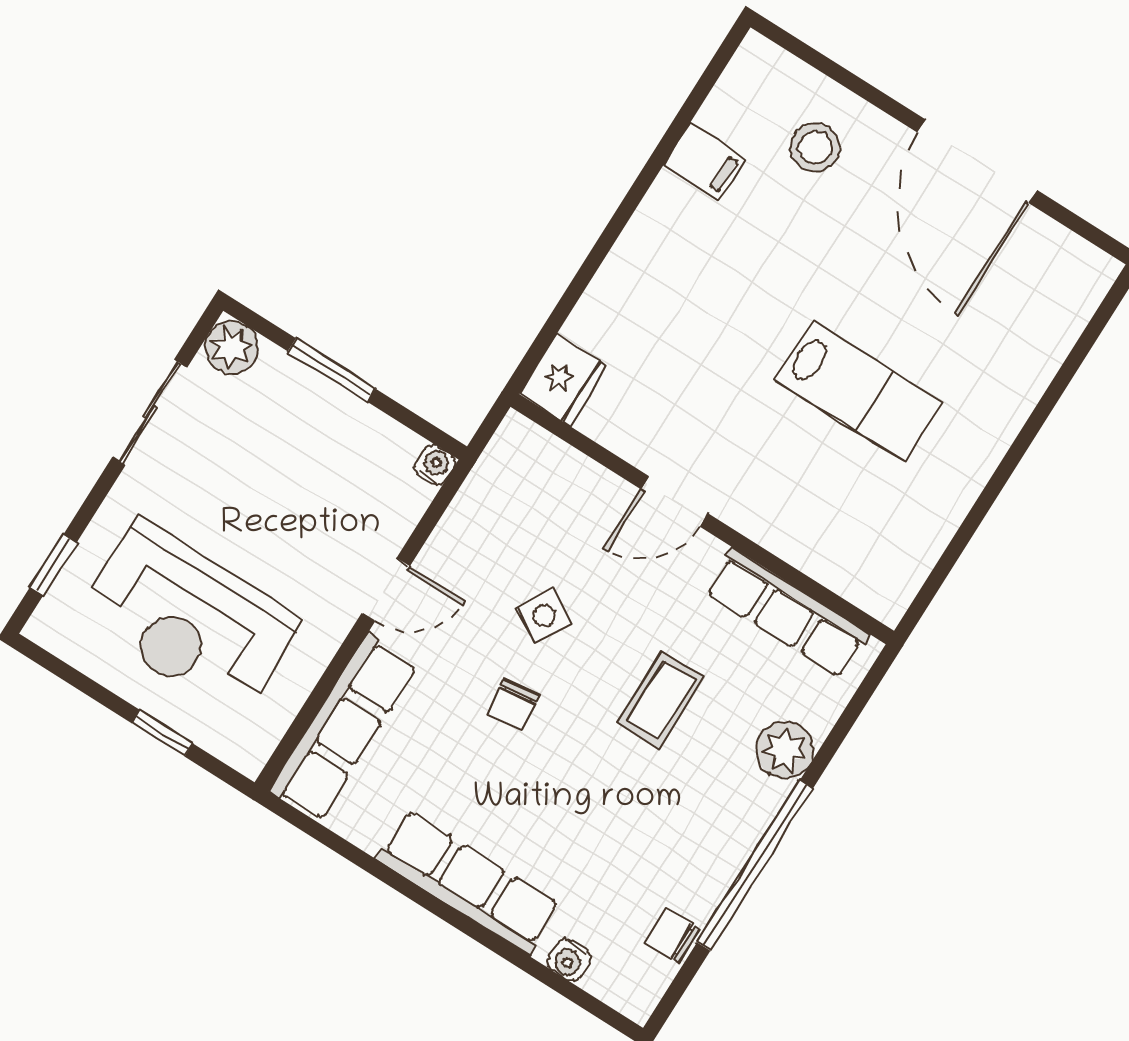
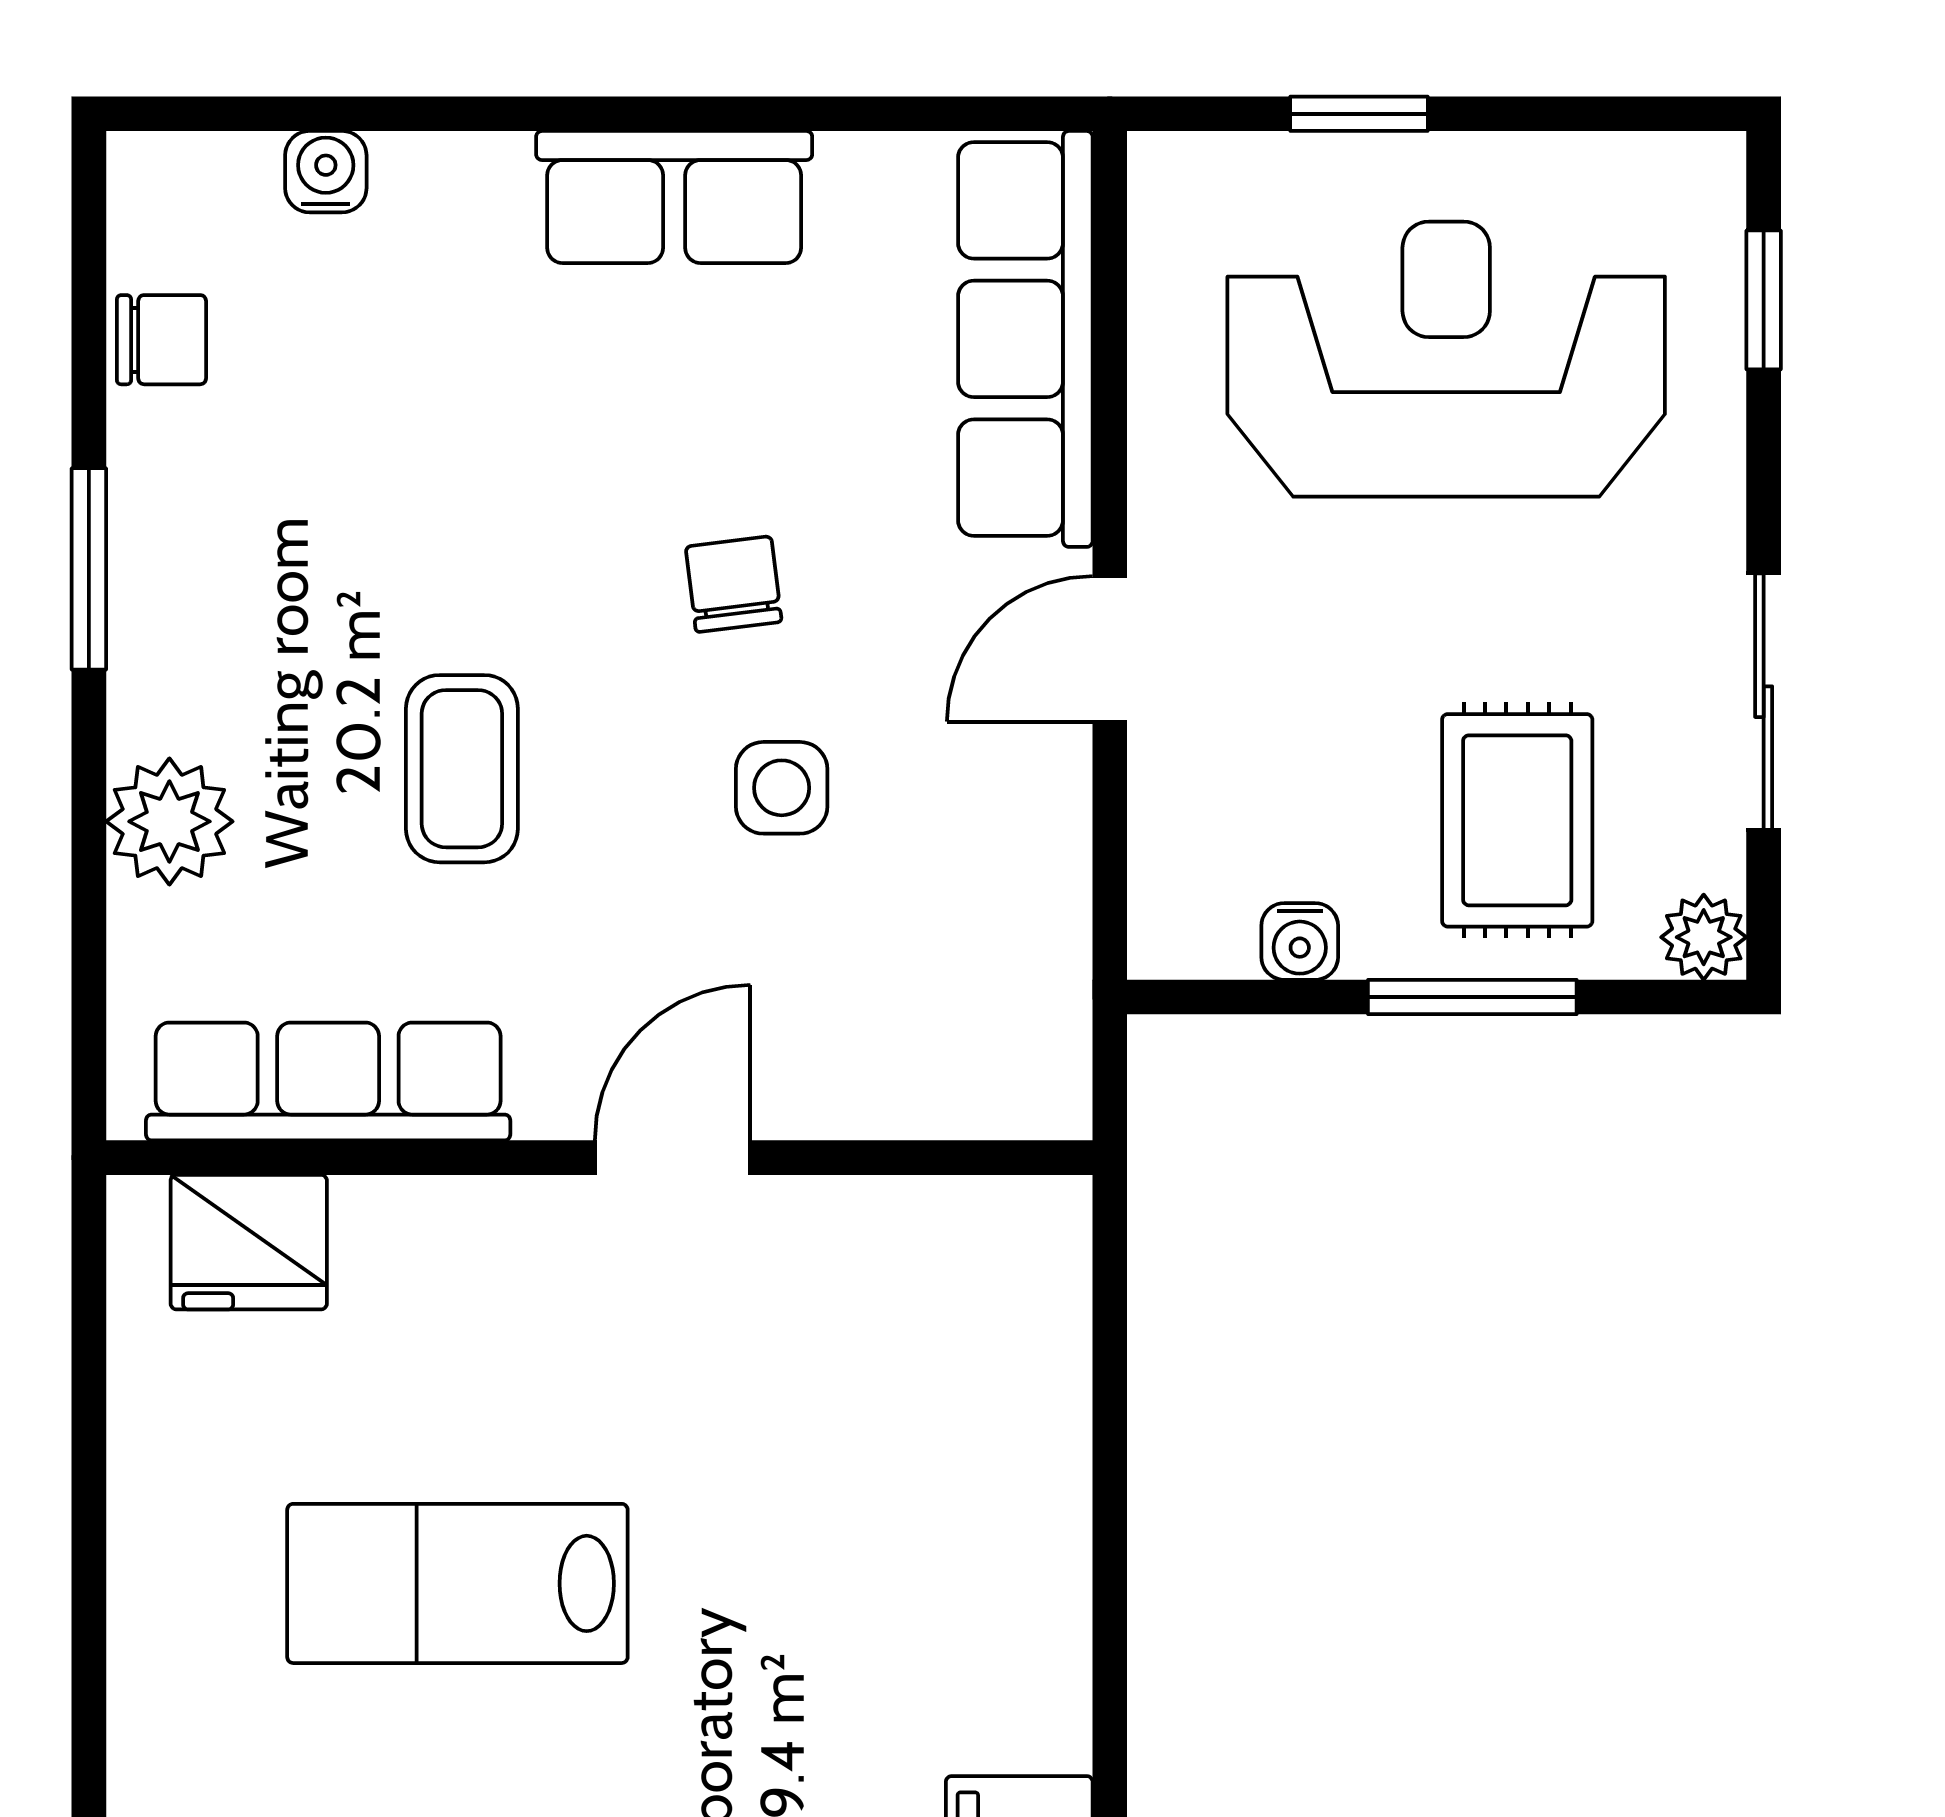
plant: (231, 347) -> (1704, 937), width x0.73, depth x0.73
fridge: (563, 380) -> (249, 1242), moved, turned -90
rug: (272, 426) -> (1517, 820), added
water cooler: (435, 465) -> (1300, 941), moved
side table: (544, 616) -> (782, 788), turned -30
window: (755, 866) -> (89, 569), width x0.47
row of seats: (468, 882) -> (674, 197), width x0.68

